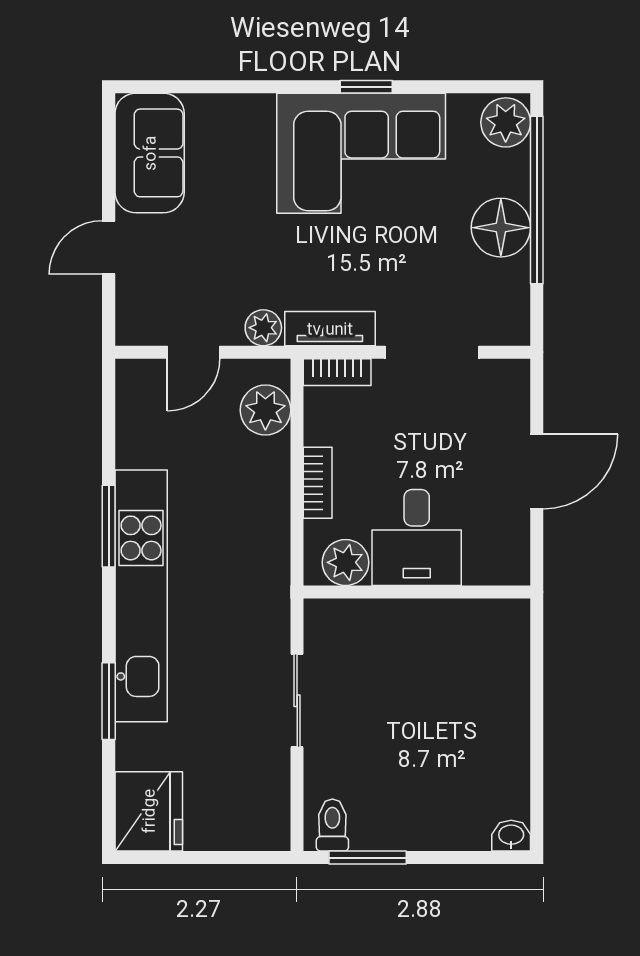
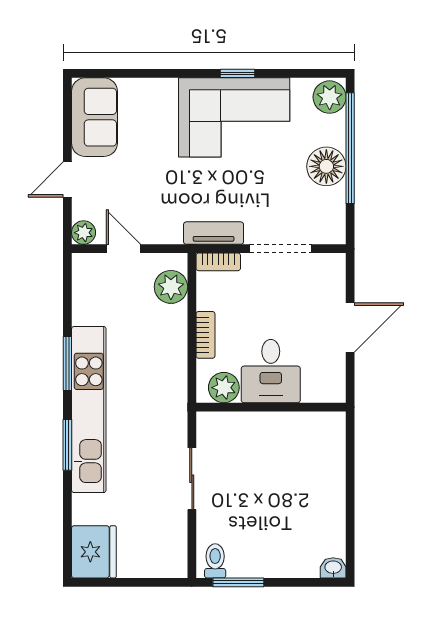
plant: (263, 328) -> (84, 233), moved
door: (194, 352) -> (123, 249), swing flipped
window: (109, 701) -> (67, 445), moved

